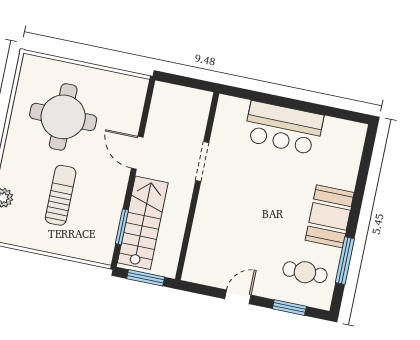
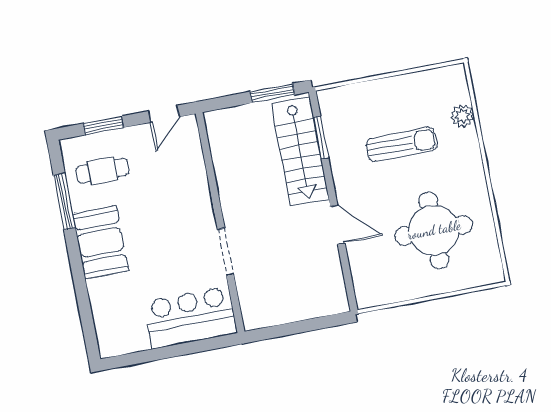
doorway: (202, 161) -> (226, 252), moved
wall: (197, 186) -> (220, 223), moved
sun lounger: (61, 195) -> (402, 144), turned -90

